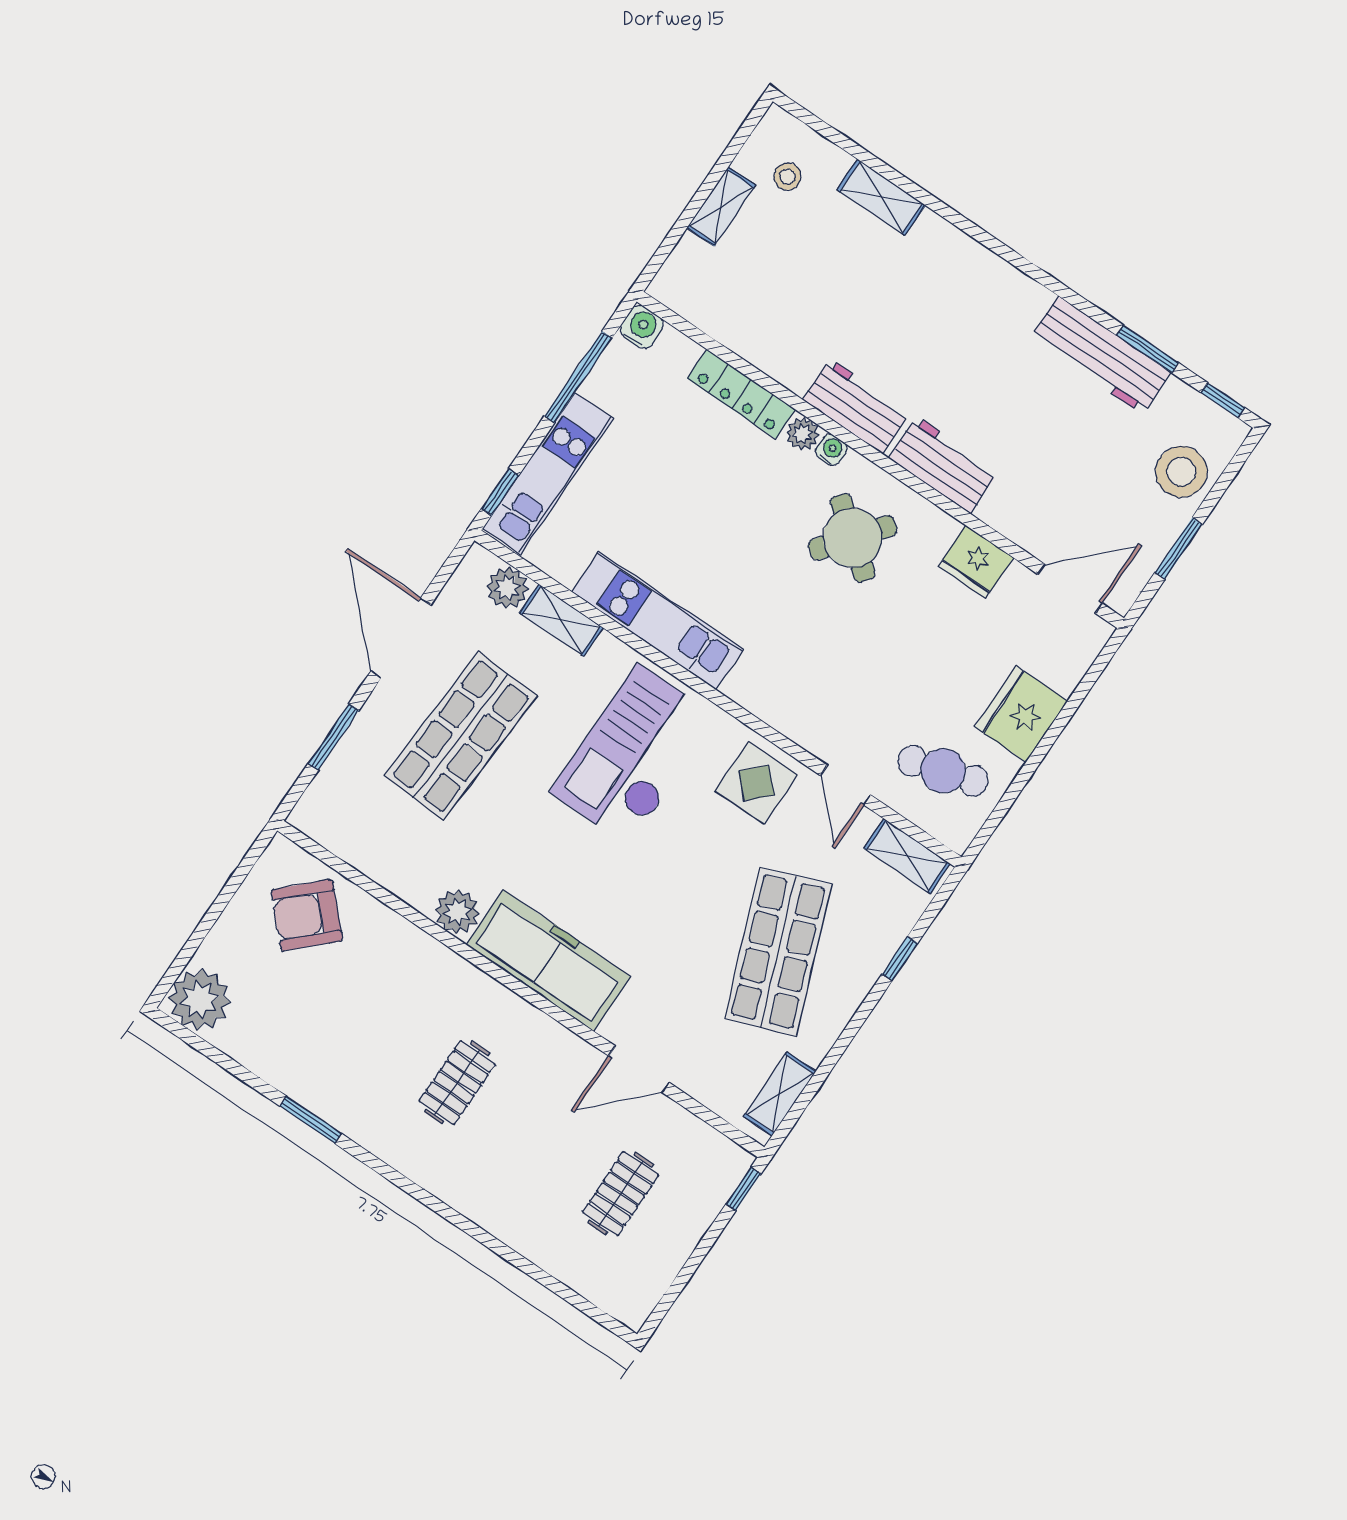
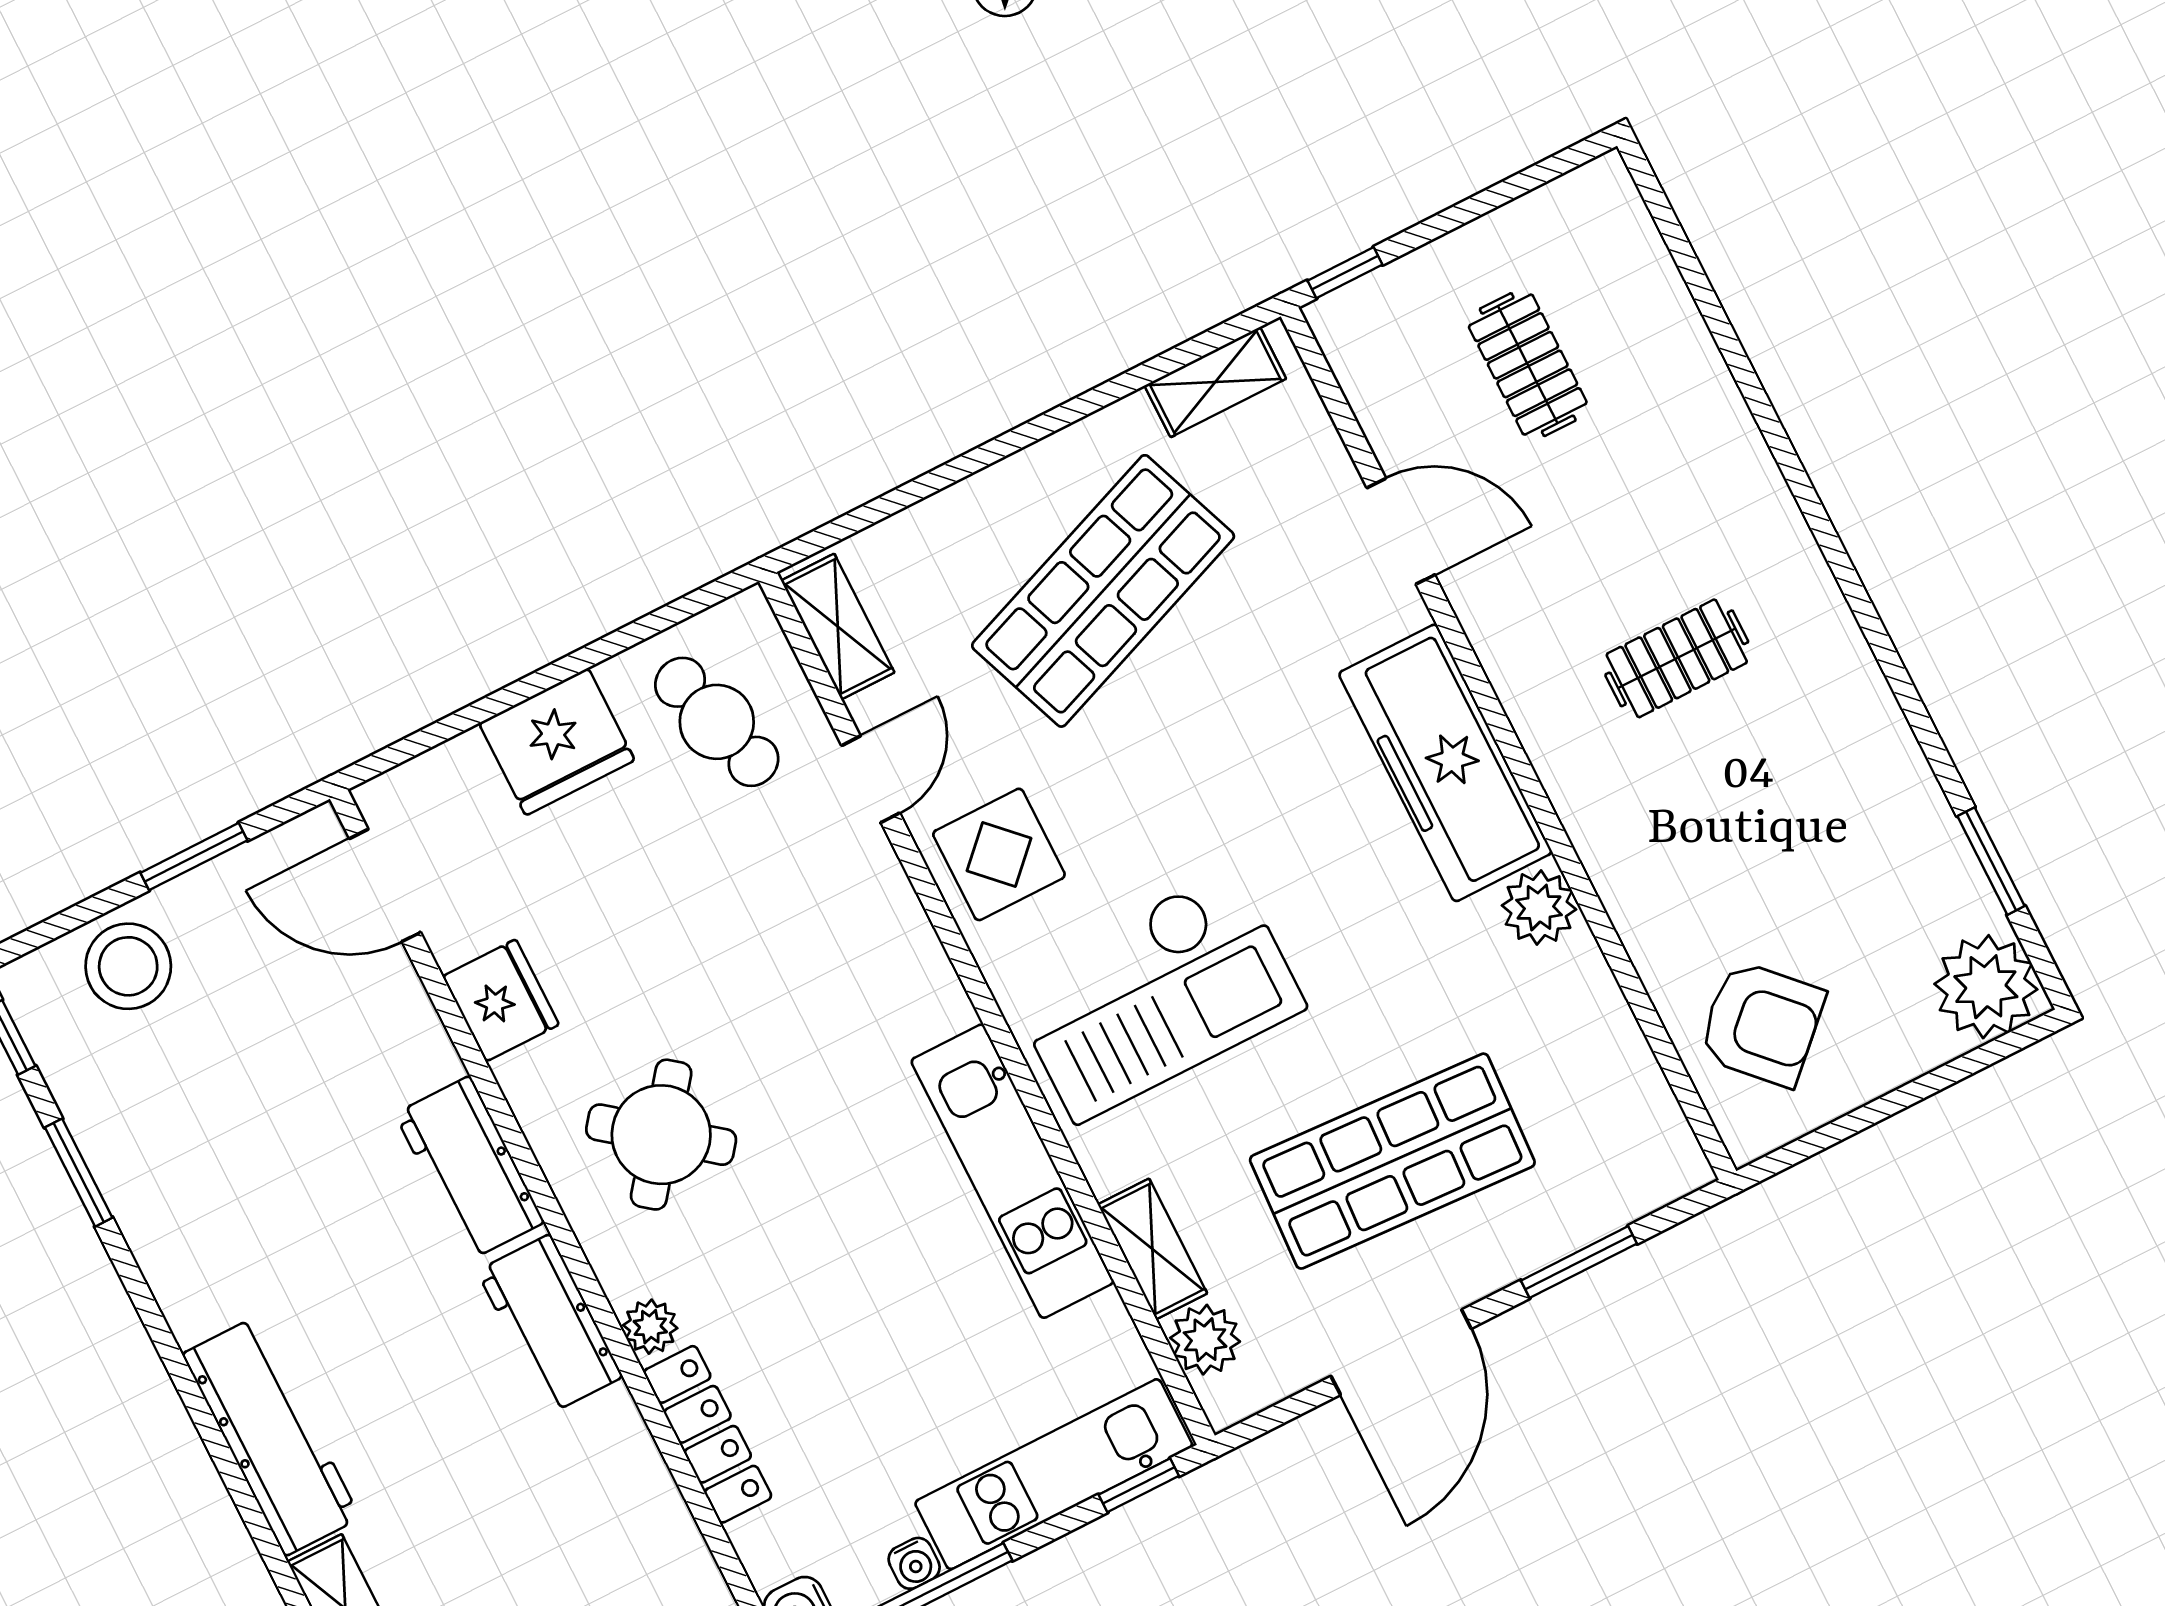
workbench: (1101, 355) -> (271, 1436), moved
water cooler: (831, 450) -> (914, 1563), moved, turned -90
window: (900, 959) -> (931, 483), removed
window: (311, 1120) -> (1991, 861), moved
clothes rail: (621, 1194) -> (1528, 365), turned 90

